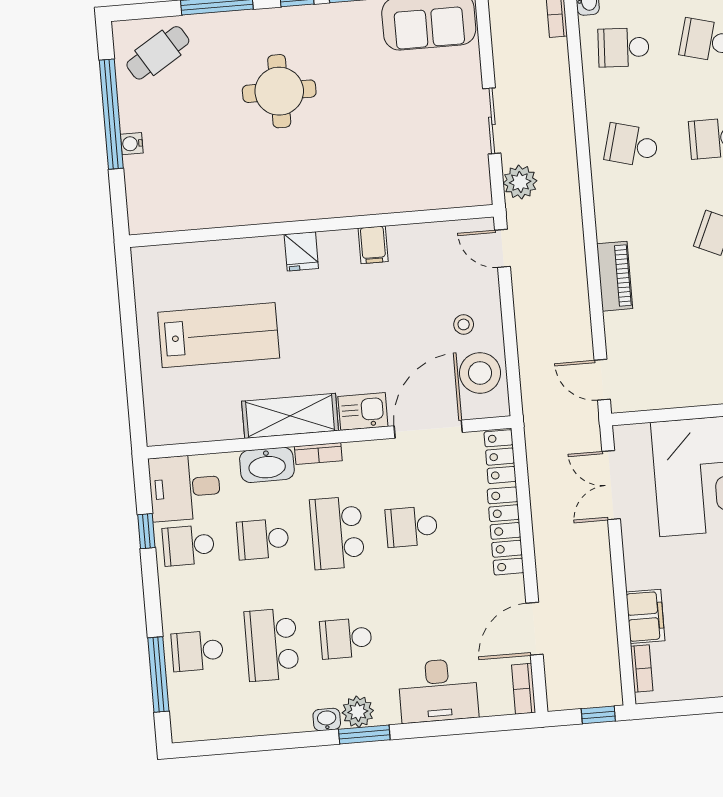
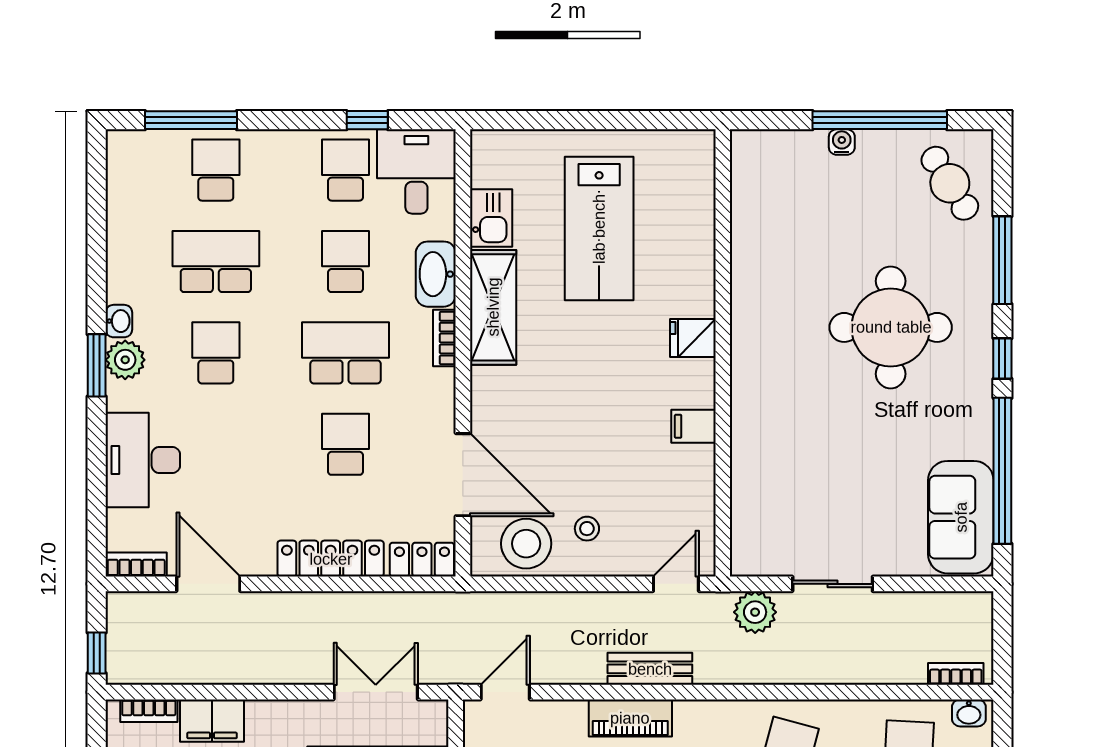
round table: (279, 91) -> (891, 327), width x1.36, depth x1.36
bench: (573, 264) -> (650, 669), added
kitchen sink: (363, 411) -> (491, 218), moved

